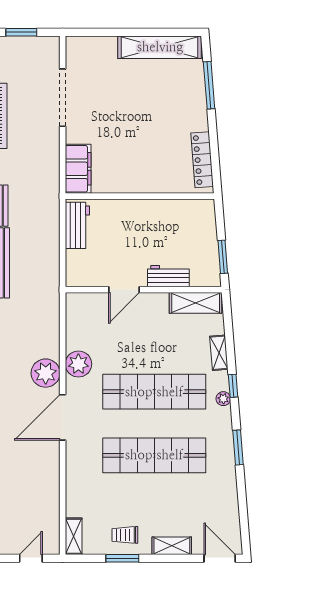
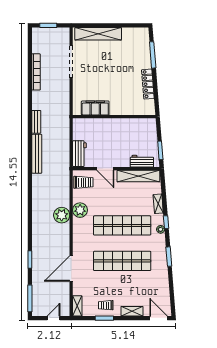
shelving: (160, 47) -> (98, 34), moved
locker: (202, 160) -> (148, 84), moved
filing cabinet: (78, 169) -> (95, 108), moved, turned -90
workbench: (77, 225) -> (79, 154), moved
workbench: (168, 276) -> (142, 161), moved
door: (124, 290) -> (105, 169), hinge flipped
shelving: (196, 303) -> (138, 176), width x1.47
trolley: (85, 314) -> (83, 182), added
door: (63, 417) -> (71, 269), moved

